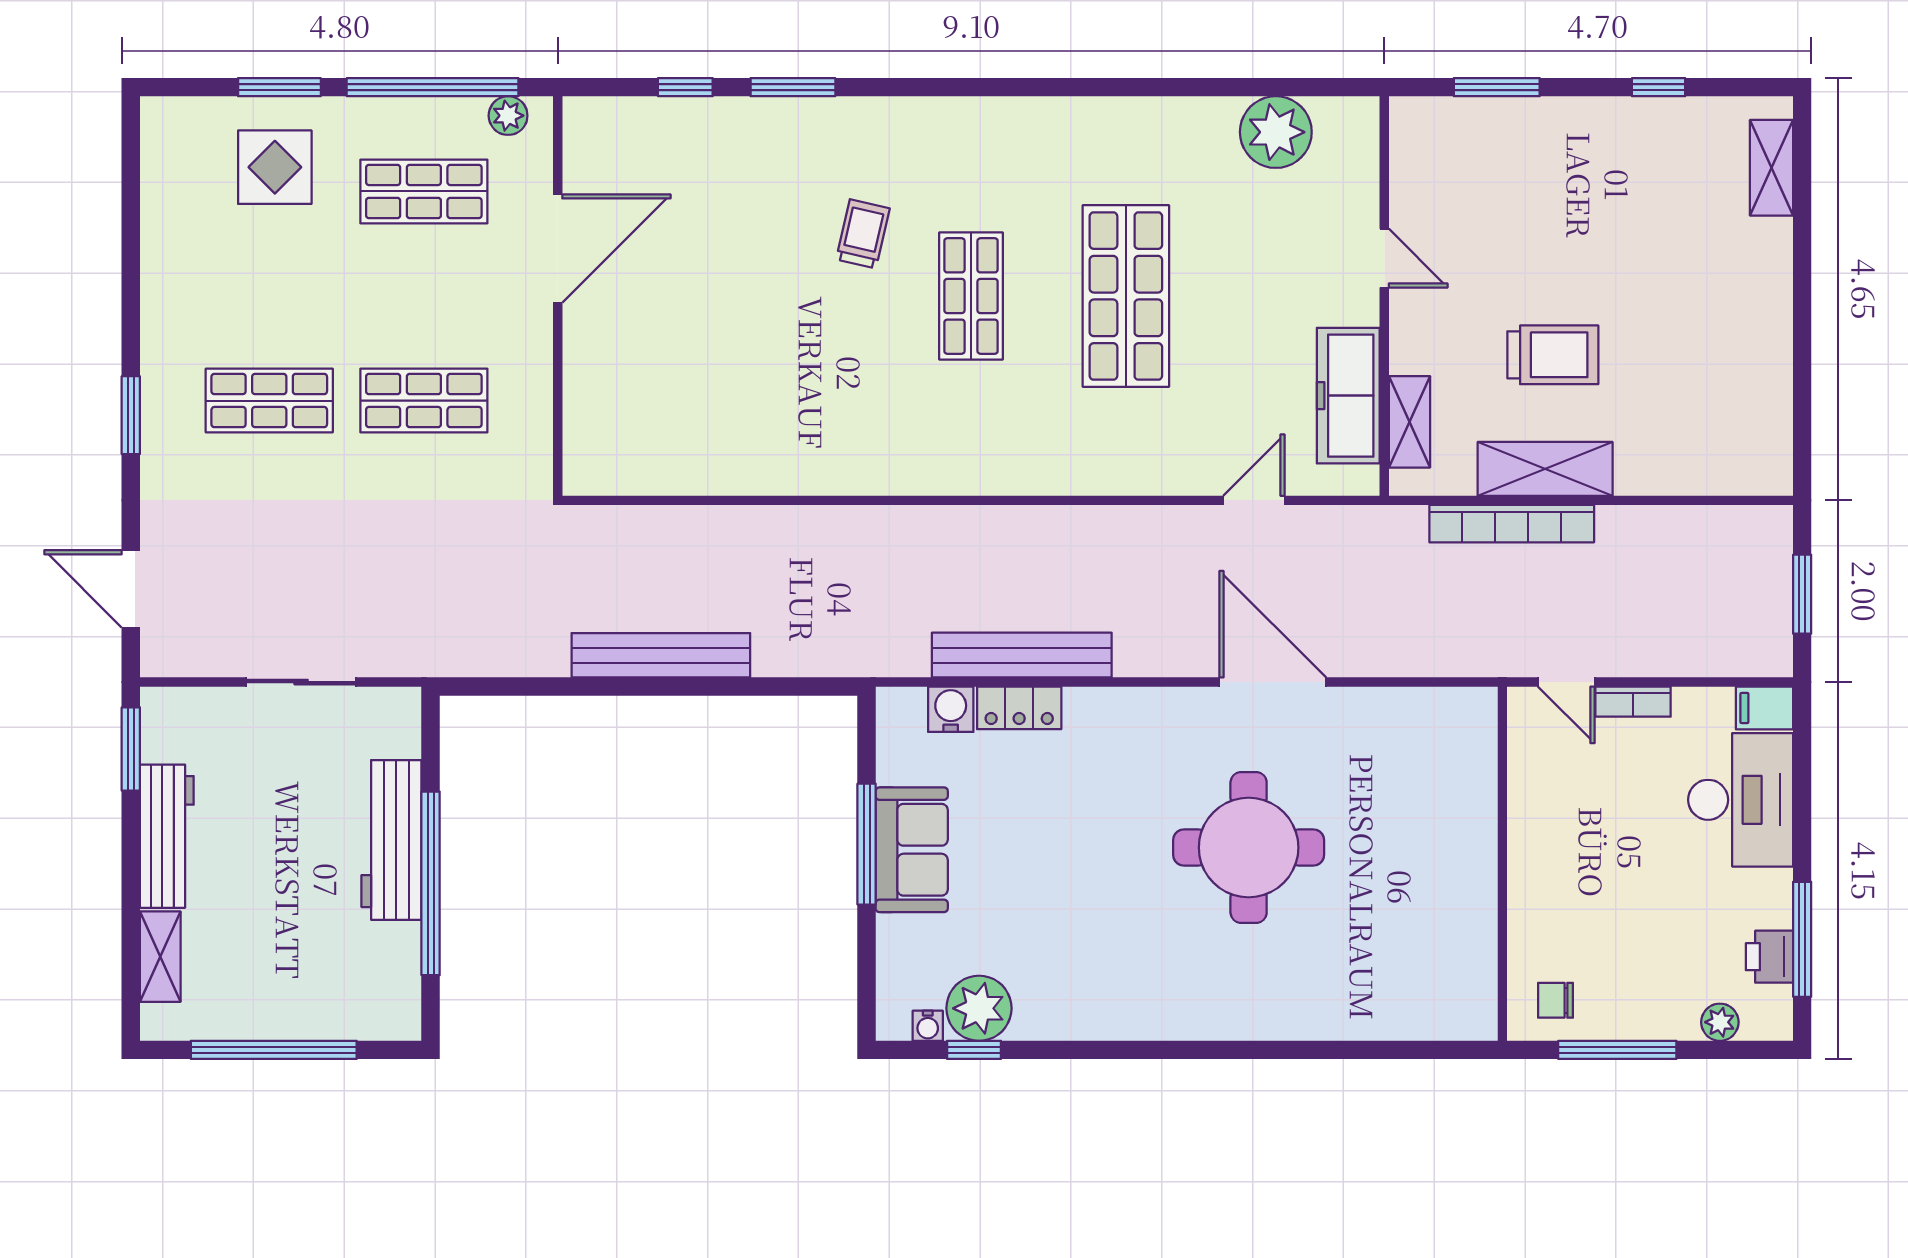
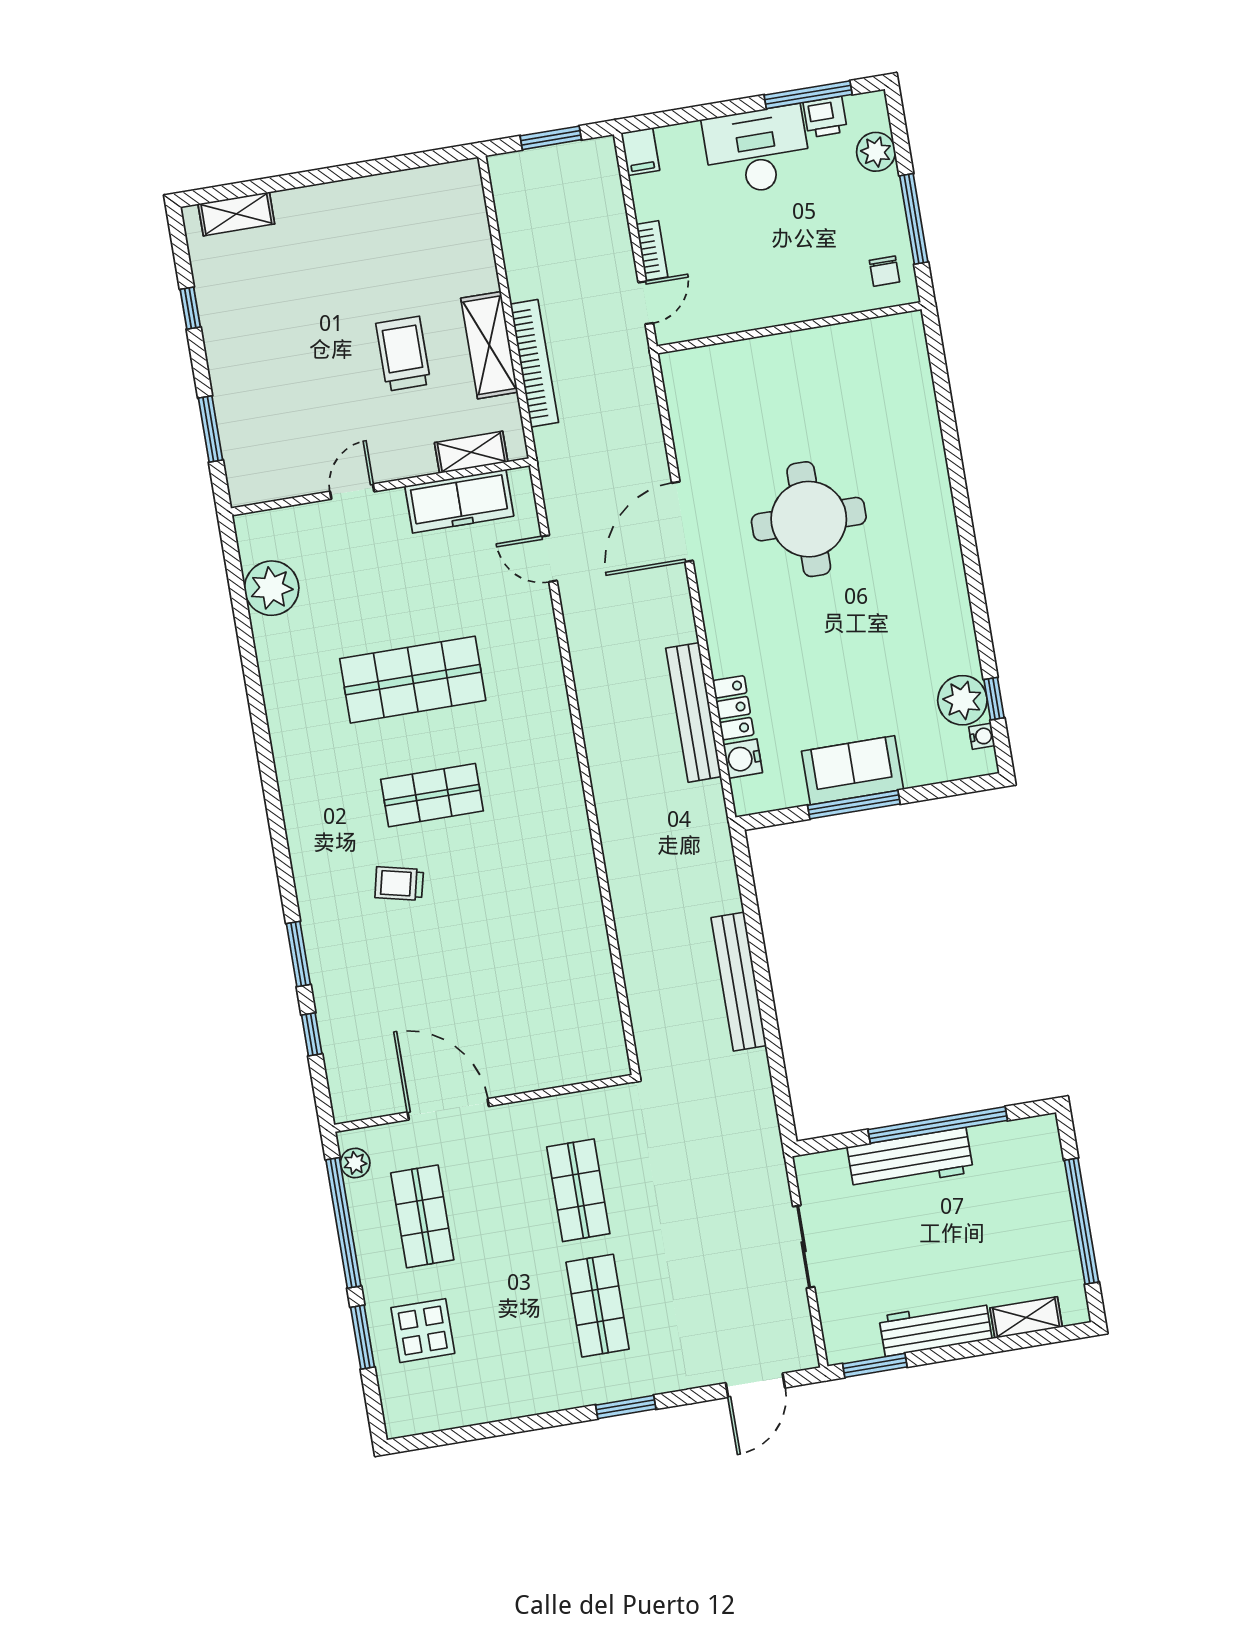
desk: (1741, 800) -> (757, 150), moved
plant: (1720, 1022) -> (876, 152), width x1.38, depth x1.38

